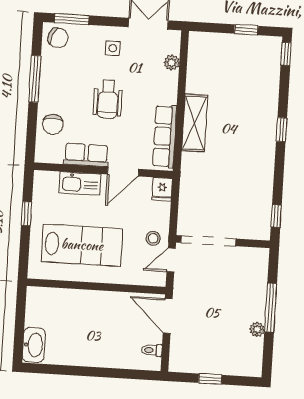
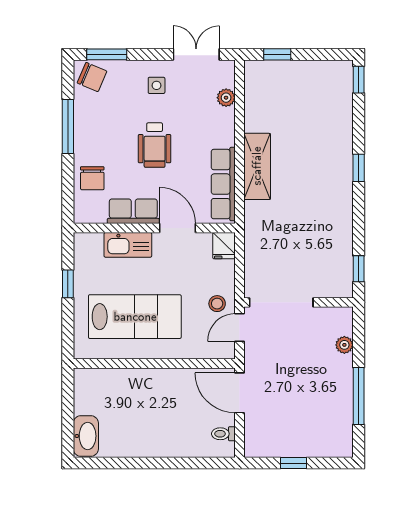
window: (246, 30) -> (277, 54), moved
door: (123, 172) -> (177, 228), swing flipped
window: (271, 308) -> (359, 396), moved
plant: (257, 329) -> (344, 345), moved

